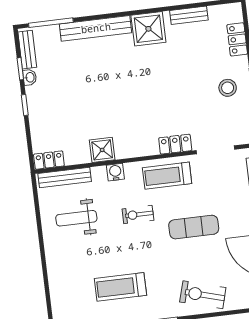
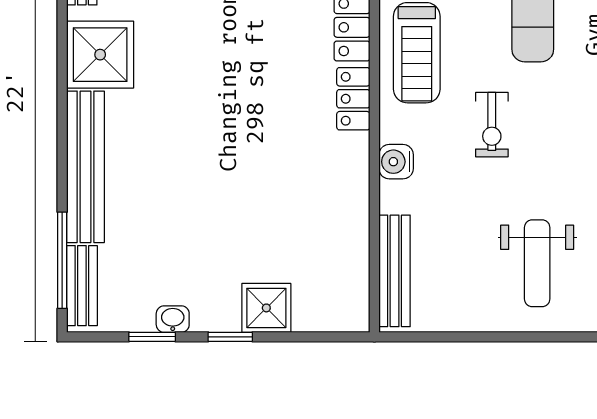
bench: (27, 50) -> (82, 286), moved, turned 90
shower: (102, 150) -> (266, 308), moved
locker: (49, 160) -> (353, 99), moved
weight bench: (76, 218) -> (537, 263), moved

